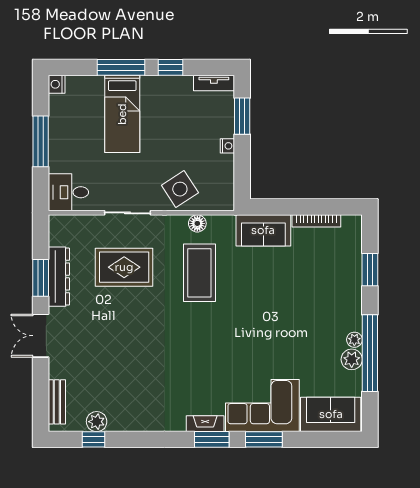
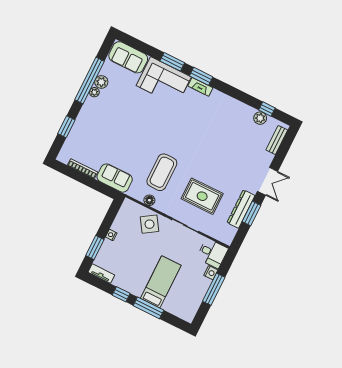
nightstand: (57, 84) -> (211, 273), moved

